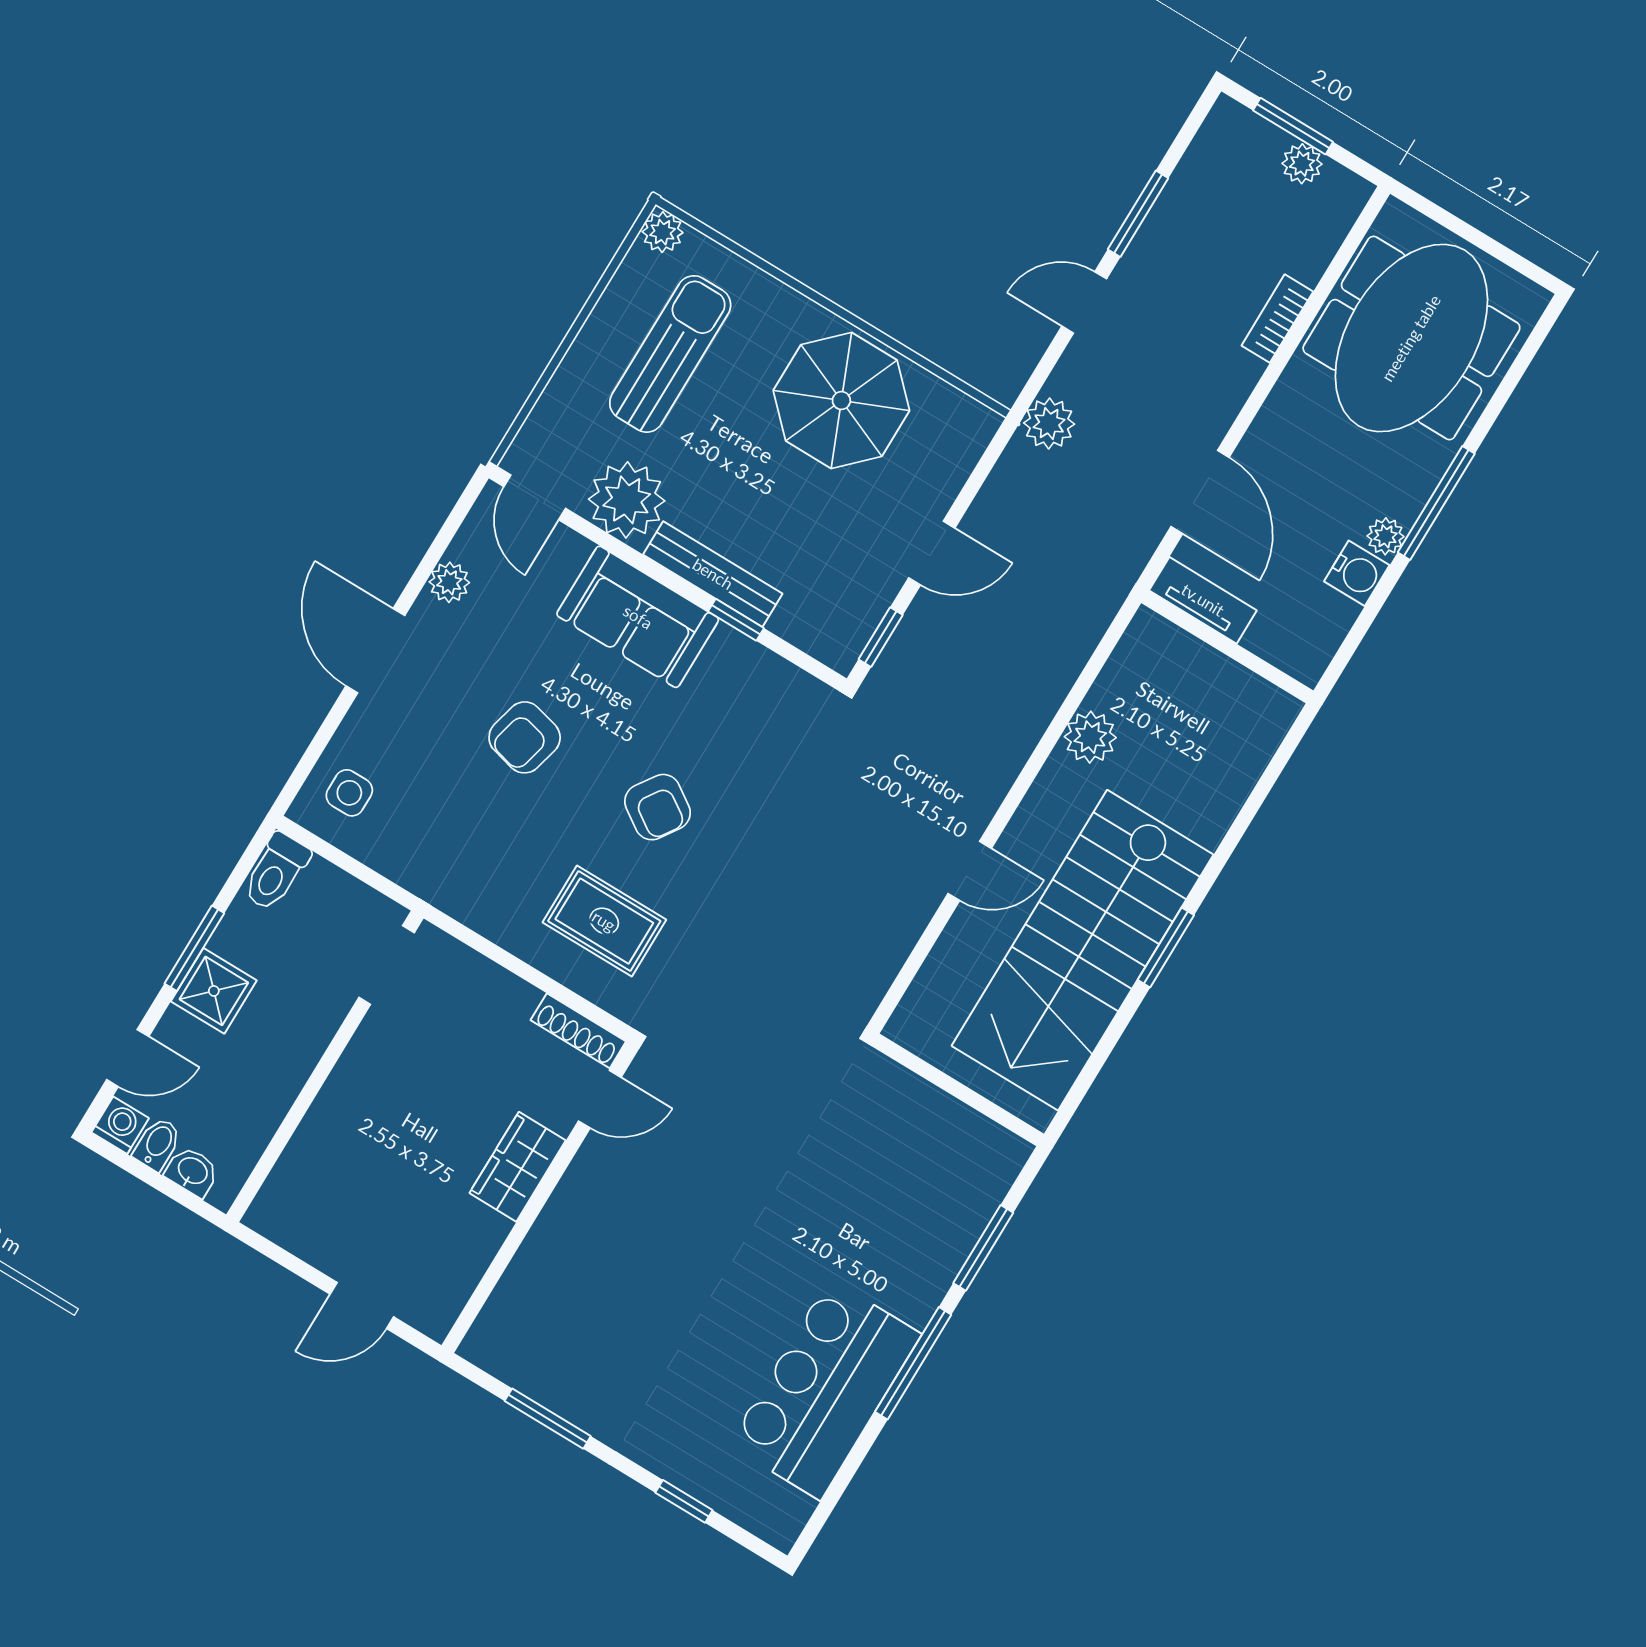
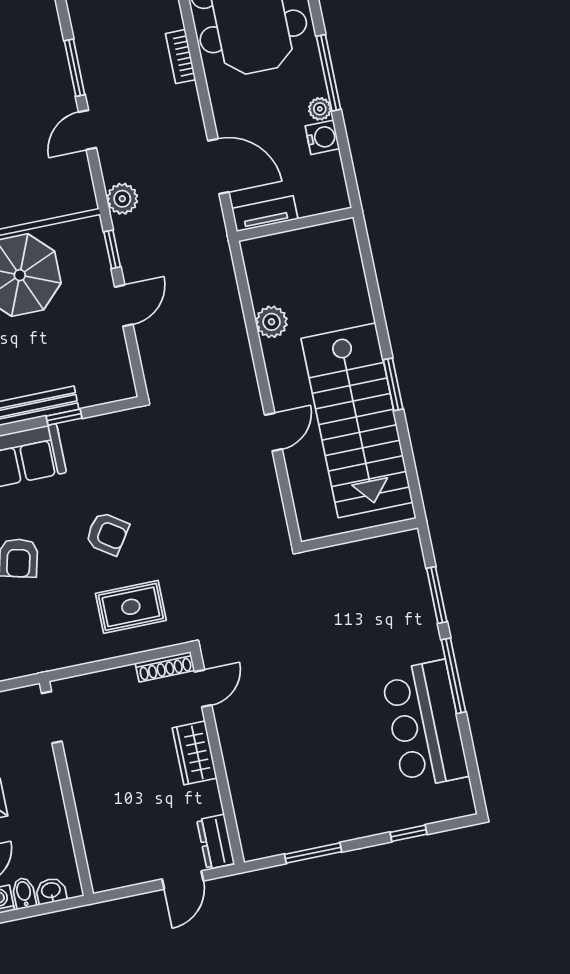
window: (881, 637) -> (112, 249), moved
dresser: (444, 1296) -> (216, 842), added

